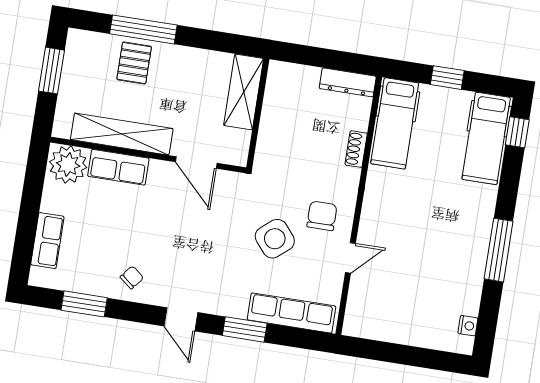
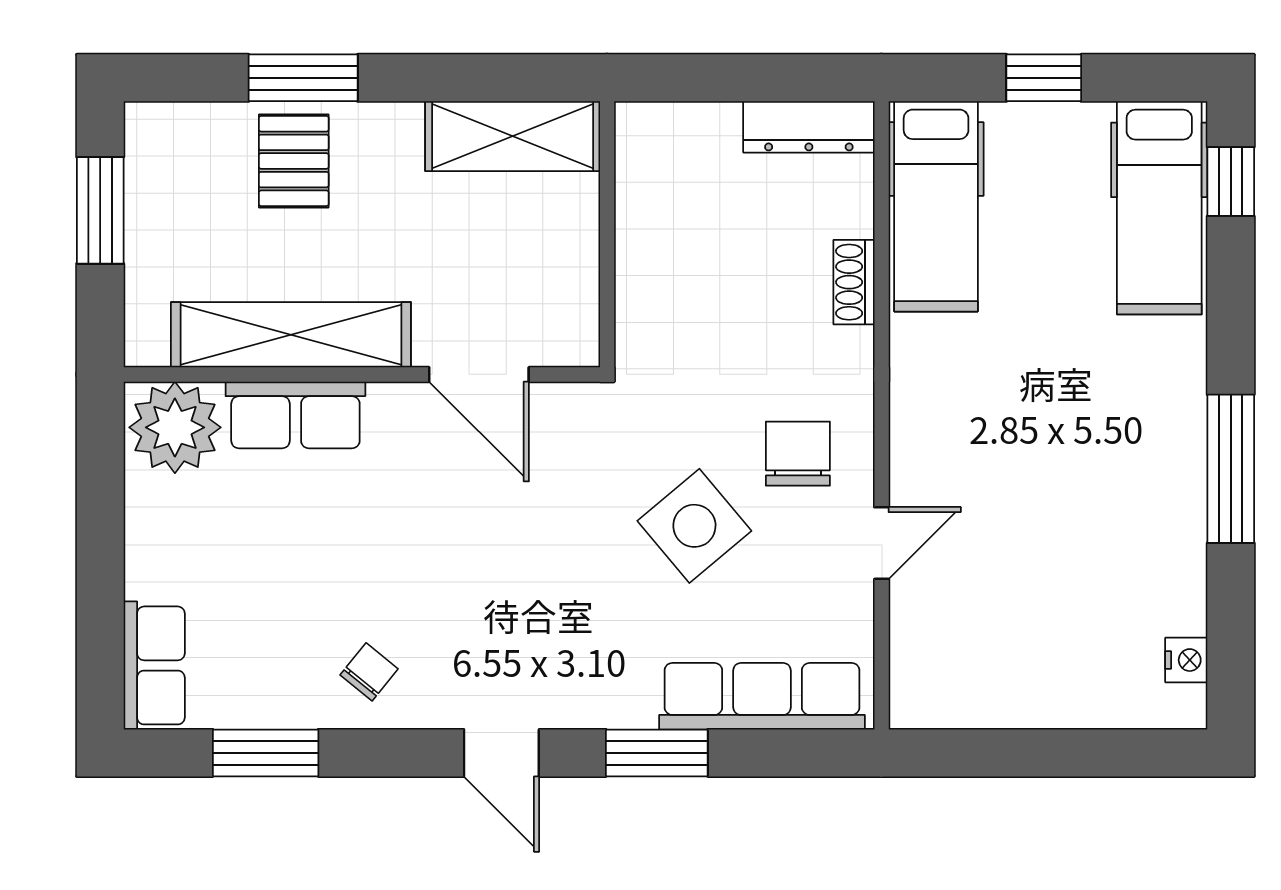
window: (143, 29) -> (303, 78), width x0.69
shelving: (244, 92) -> (513, 136), moved, turned 90
row of seats: (47, 241) -> (154, 665), moved

